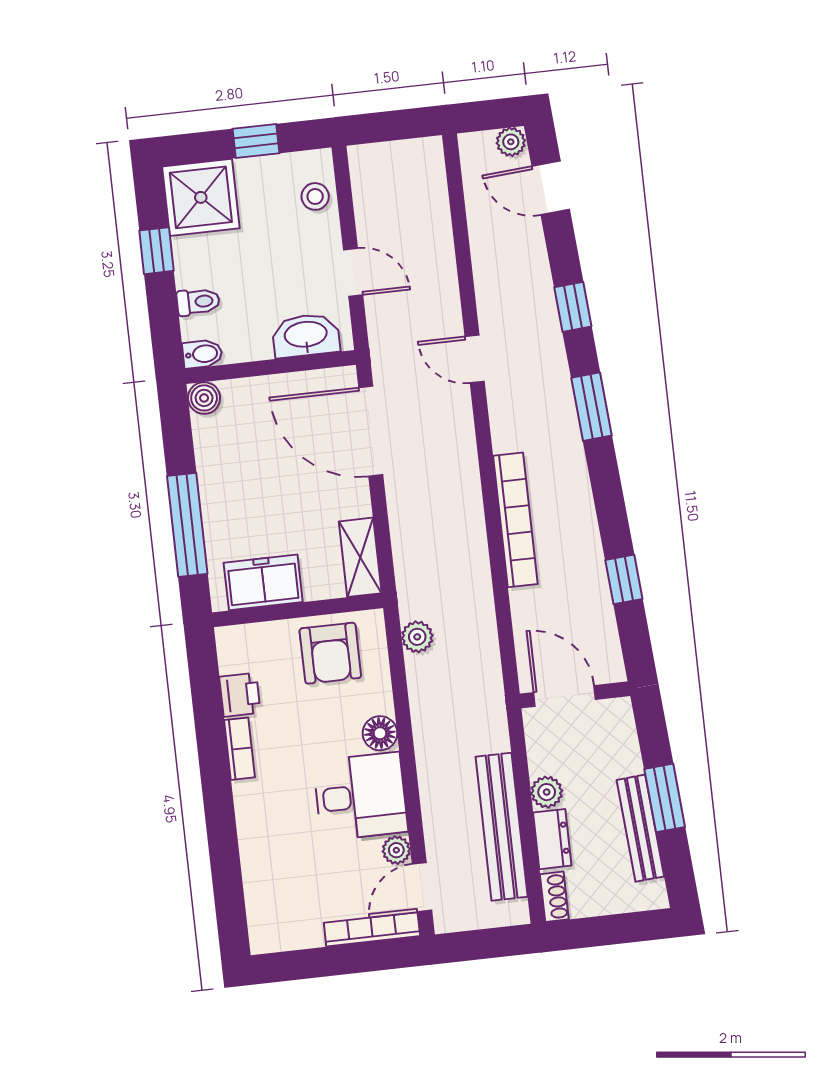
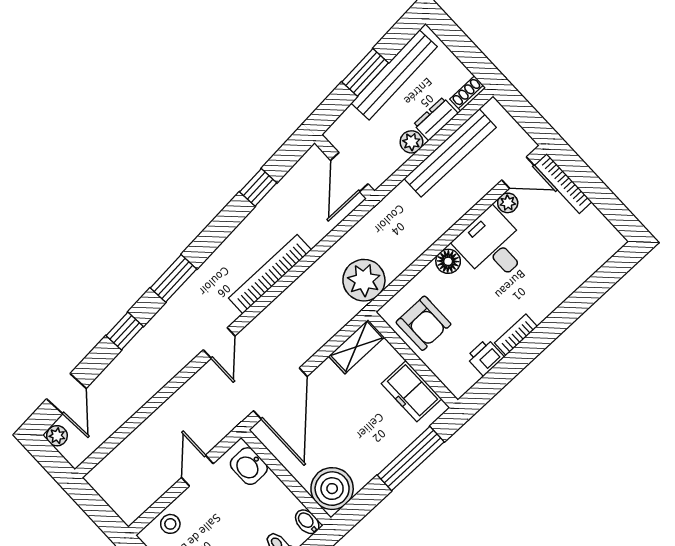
washbasin: (306, 335) -> (249, 466), width x0.72
door: (475, 359) -> (219, 343), moved
boiler: (204, 398) -> (332, 489), width x1.86, depth x1.86
plant: (417, 637) -> (364, 280), width x1.88, depth x1.88
armchair: (330, 653) -> (423, 323), turned 90
bench: (640, 828) -> (394, 75), width x1.37, depth x1.21

